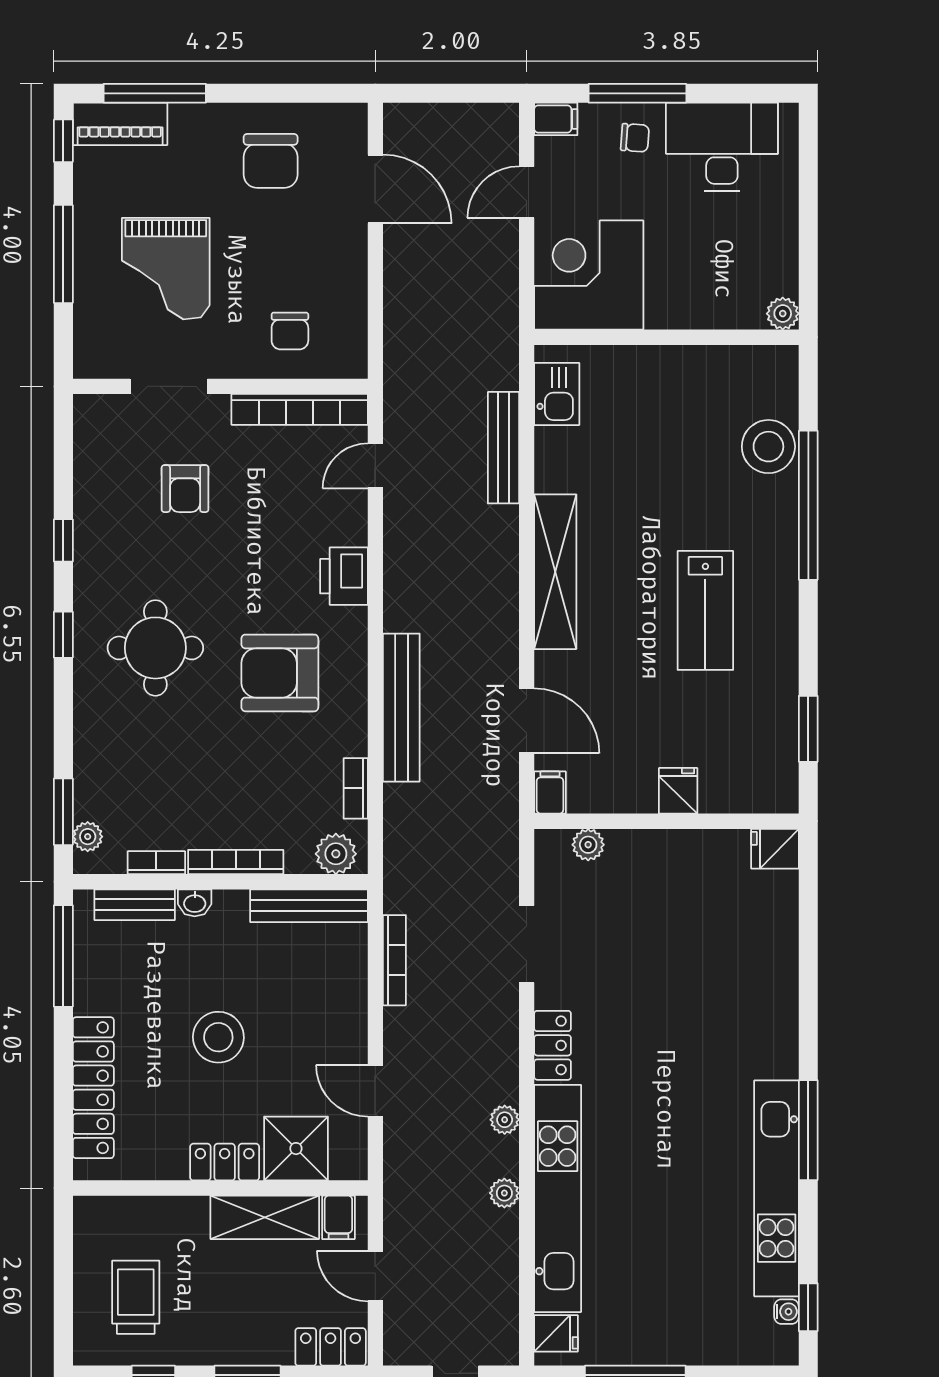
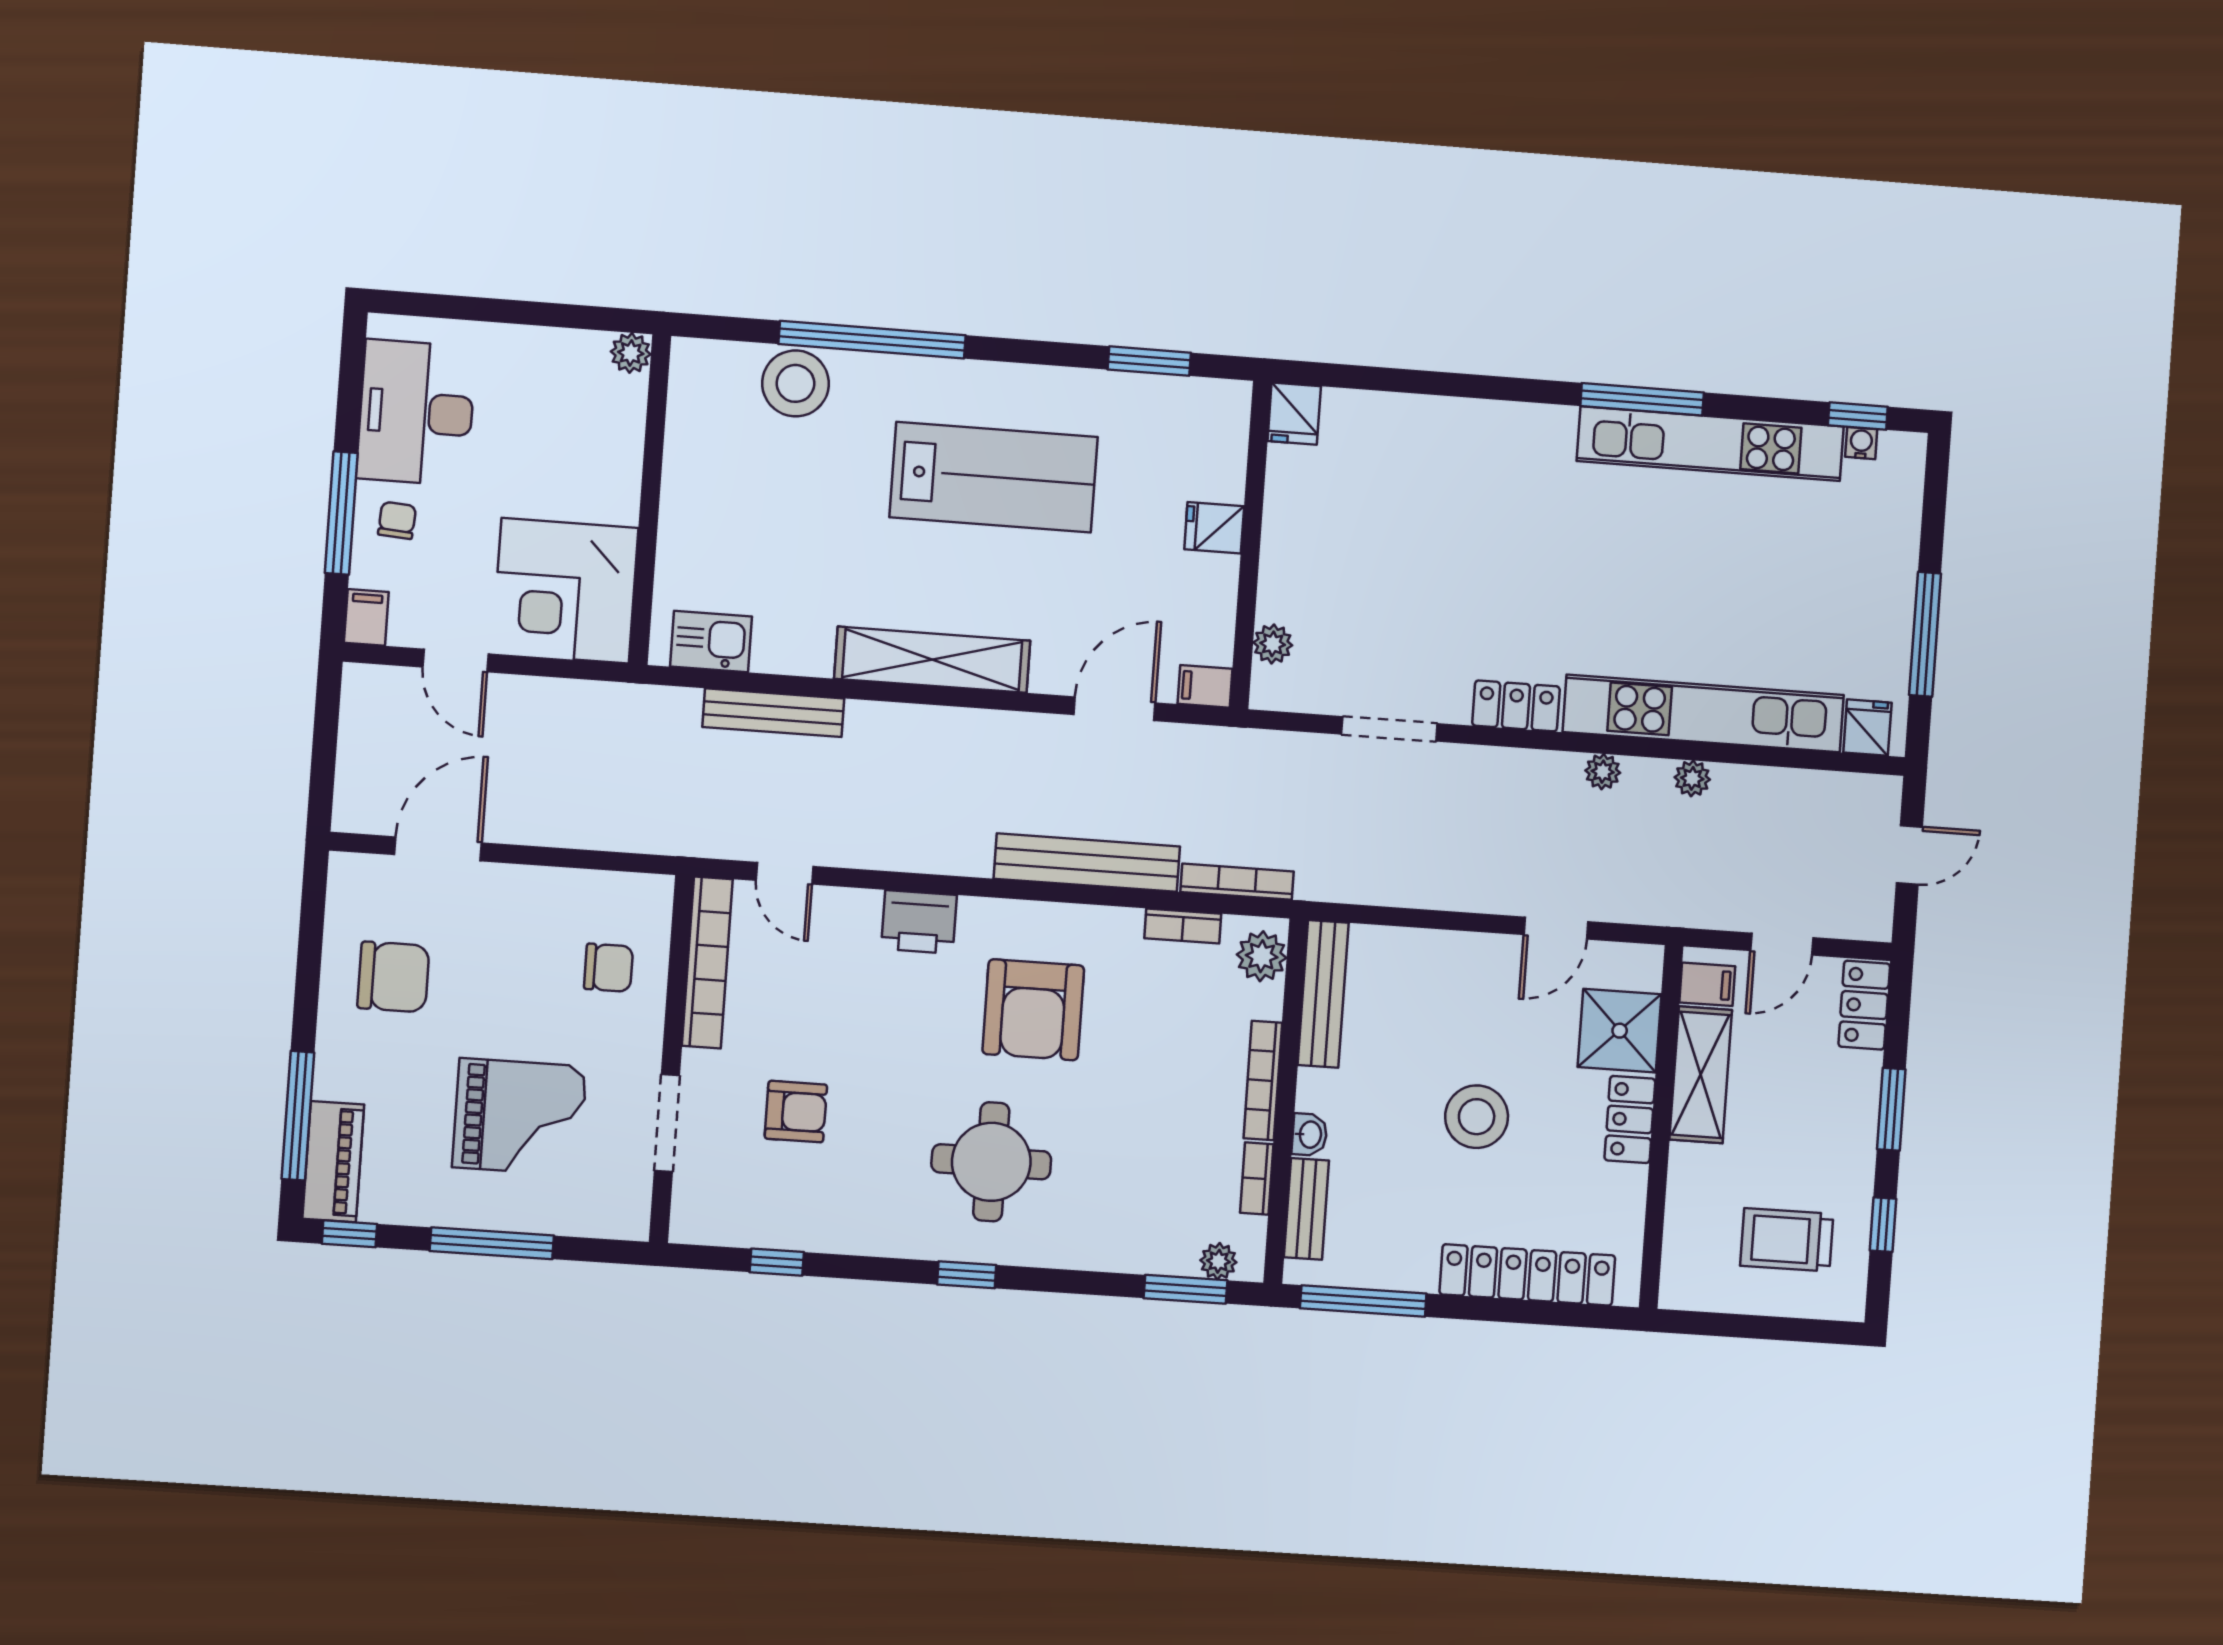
window: (63, 540) -> (777, 1262), moved
lab bench: (705, 610) -> (994, 477), width x1.36, depth x1.39
bookcase: (394, 960) -> (1237, 882), moved

